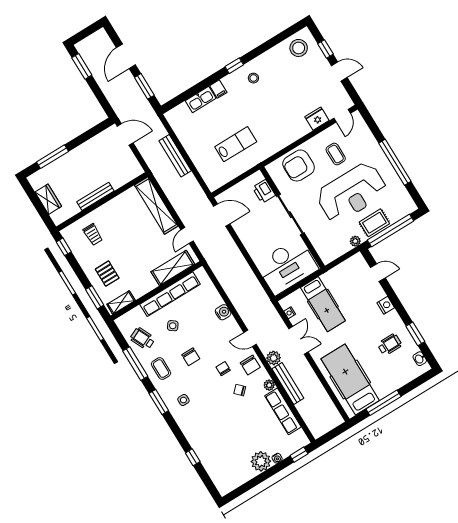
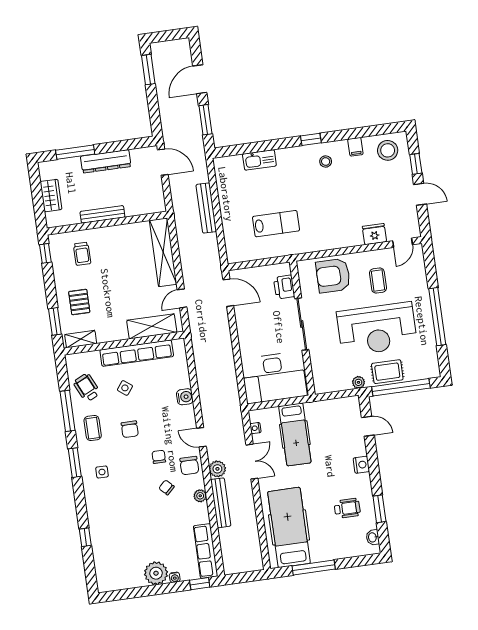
filing cabinet: (218, 89) -> (355, 147), moved
dresser: (80, 153) -> (106, 161), added
row of seats: (283, 411) -> (206, 551), moved

